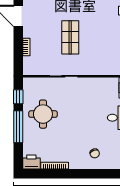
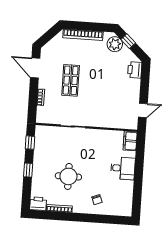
shop shelf: (70, 37) -> (71, 80), moved
round table: (43, 114) -> (68, 176), moved
window: (18, 127) -> (28, 170), width x0.46

